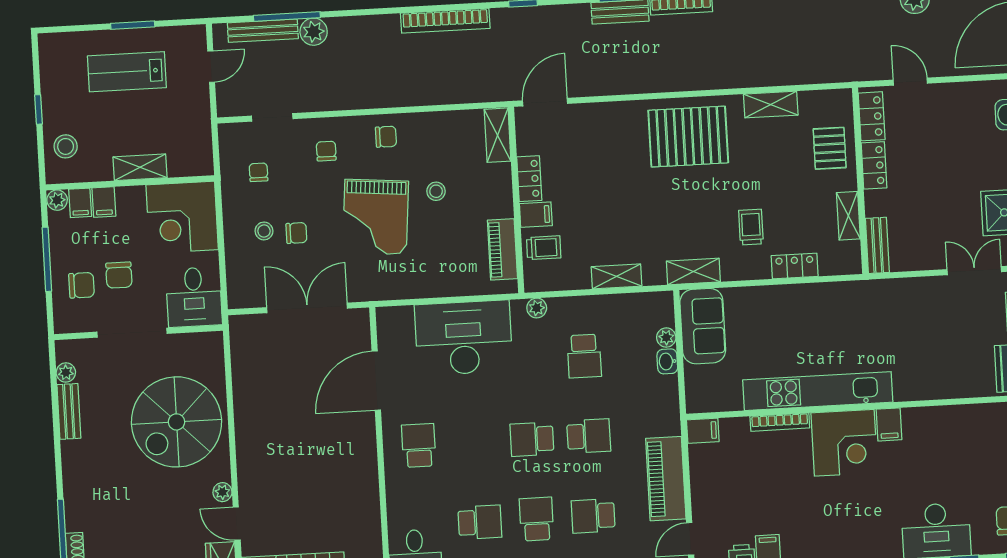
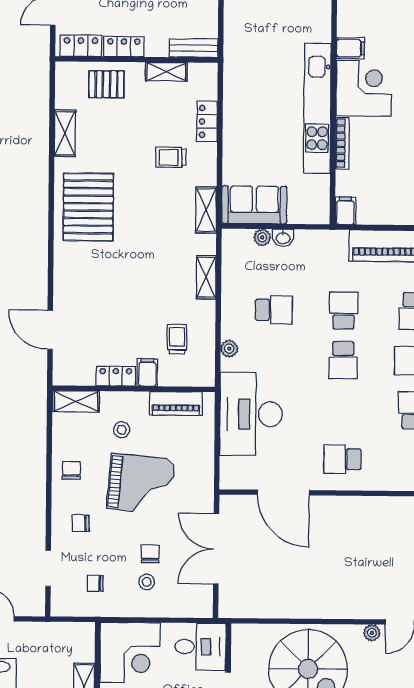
shelving: (498, 135) -> (76, 401), moved
locker: (529, 179) -> (116, 376), moved
wall: (516, 200) -> (134, 389), moved
filing cabinet: (536, 215) -> (147, 372), moved
piano: (502, 249) -> (176, 403), moved

